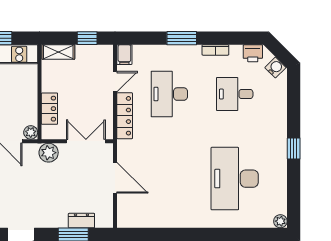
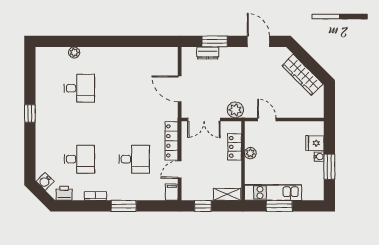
desk: (169, 94) -> (134, 159), width x0.73
plant: (31, 132) -> (250, 153), moved
desk: (235, 179) -> (79, 88), width x0.53, depth x0.77
plant: (280, 221) -> (74, 52), moved

